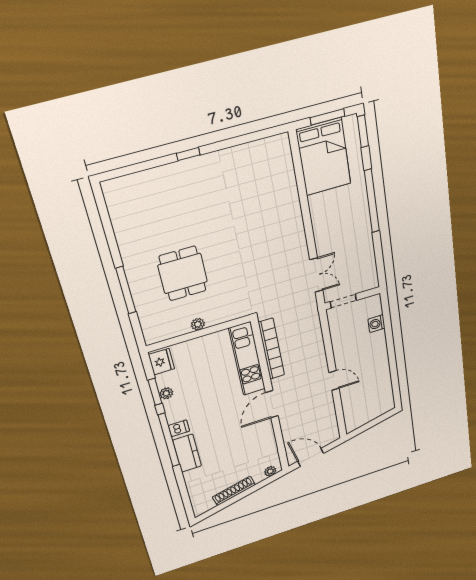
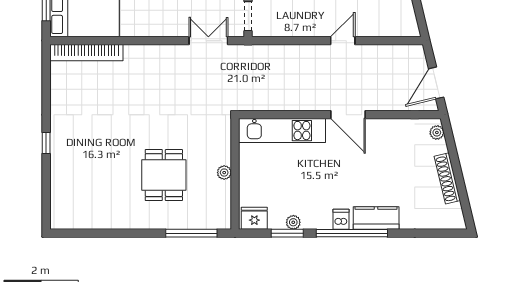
dining table: (183, 273) -> (164, 175), turned 90
window: (126, 290) -> (191, 233), moved
bookcase: (271, 349) -> (86, 53), moved, turned 180

